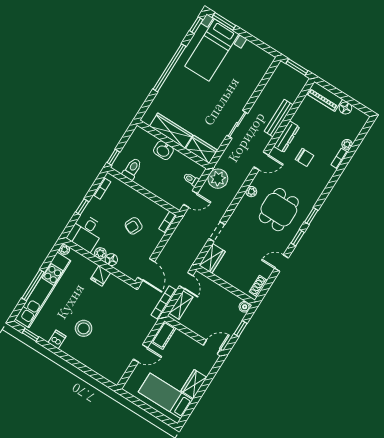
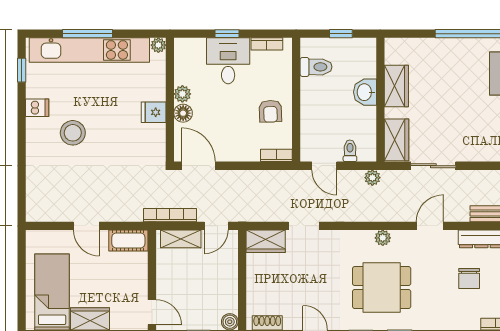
sliding door: (237, 124) -> (433, 166), moved
wardrobe: (171, 131) -> (396, 86), width x0.67
window: (113, 157) -> (341, 34), moved
door: (261, 161) -> (430, 226), swing flipped
plant: (218, 179) -> (372, 178), width x0.53, depth x0.53
armchair: (134, 226) -> (270, 111), moved, turned -117
desk: (86, 233) -> (228, 61), moved, turned 90
door: (146, 270) -> (198, 166), swing flipped

